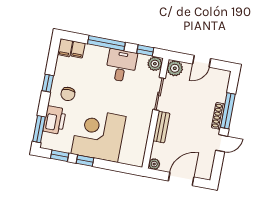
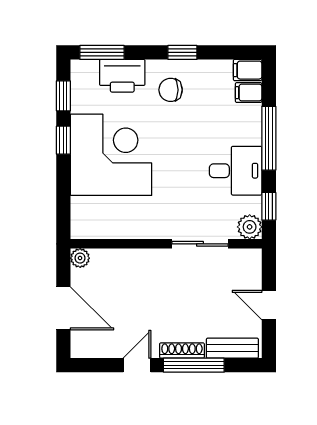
plant: (175, 68) -> (248, 262), removed
bench: (161, 127) -> (232, 348), moved
door: (222, 143) -> (137, 365), swing flipped

